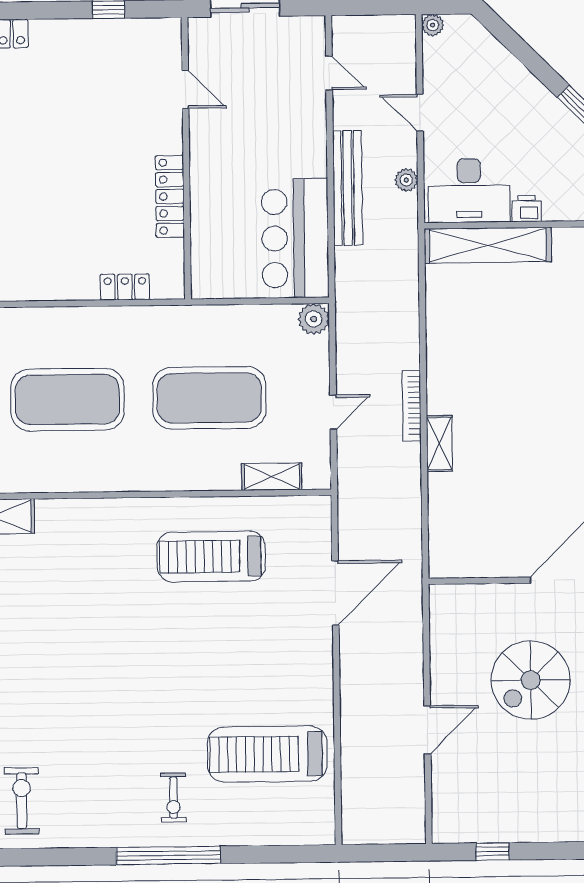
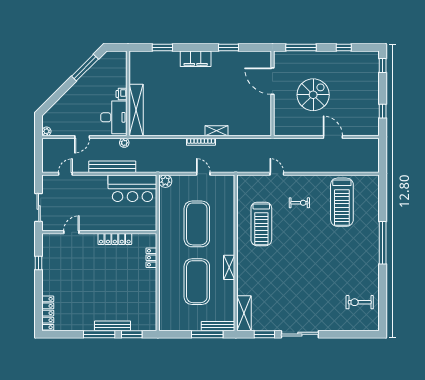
plant: (406, 180) -> (124, 143), moved
shelving: (272, 477) -> (229, 267), moved
door: (335, 593) -> (277, 174), width x0.53
spiral stairs: (531, 680) -> (313, 95), turned -90
exercise bike: (173, 798) -> (299, 203), moved

